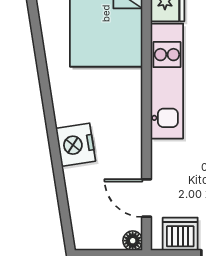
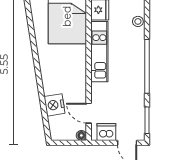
nightstand: (76, 145) -> (54, 105), moved

